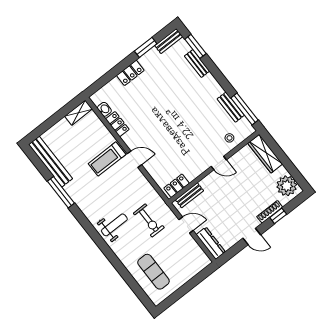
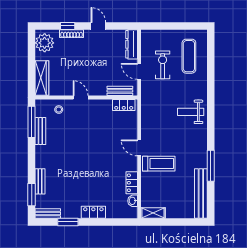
exercise bike: (149, 220) -> (163, 65), moved

